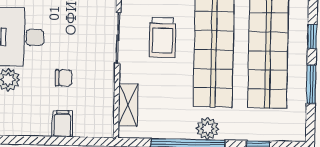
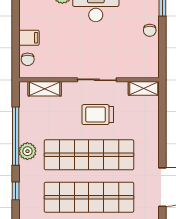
chair: (64, 78) -> (28, 59), moved

